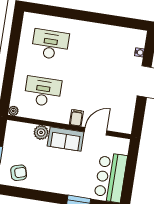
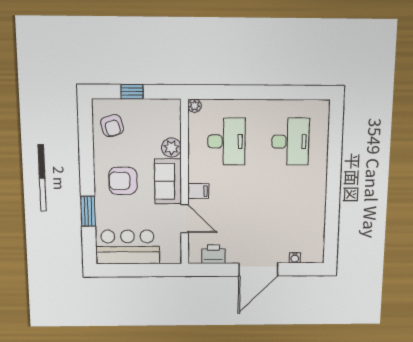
printer: (127, 114) -> (214, 254), added
armchair: (60, 172) -> (123, 181), added

